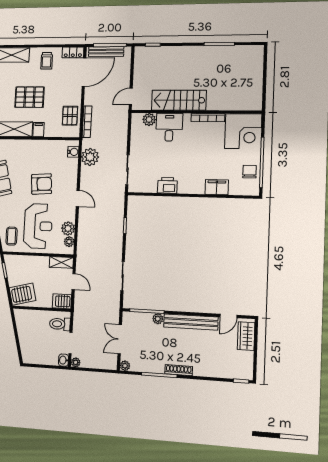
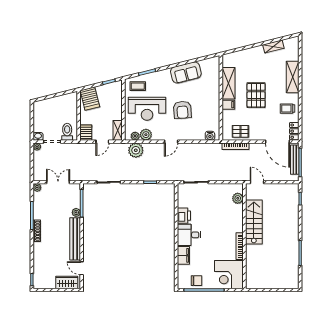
desk: (169, 127) -> (189, 235), moved, turned 180
plant: (90, 157) -> (136, 150), moved

